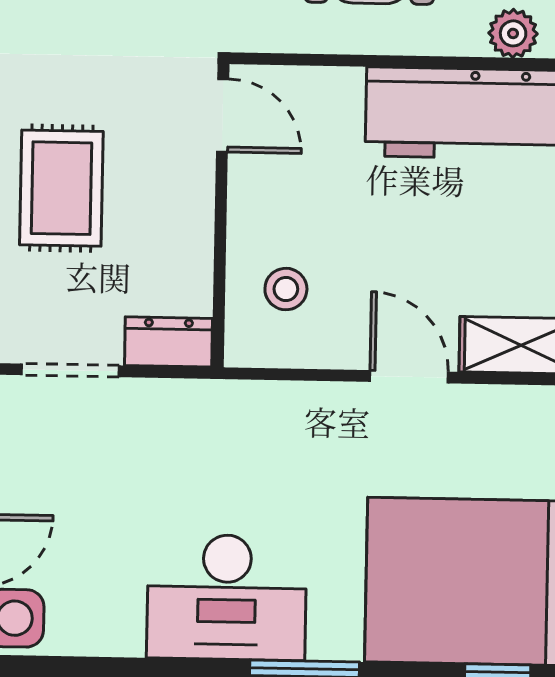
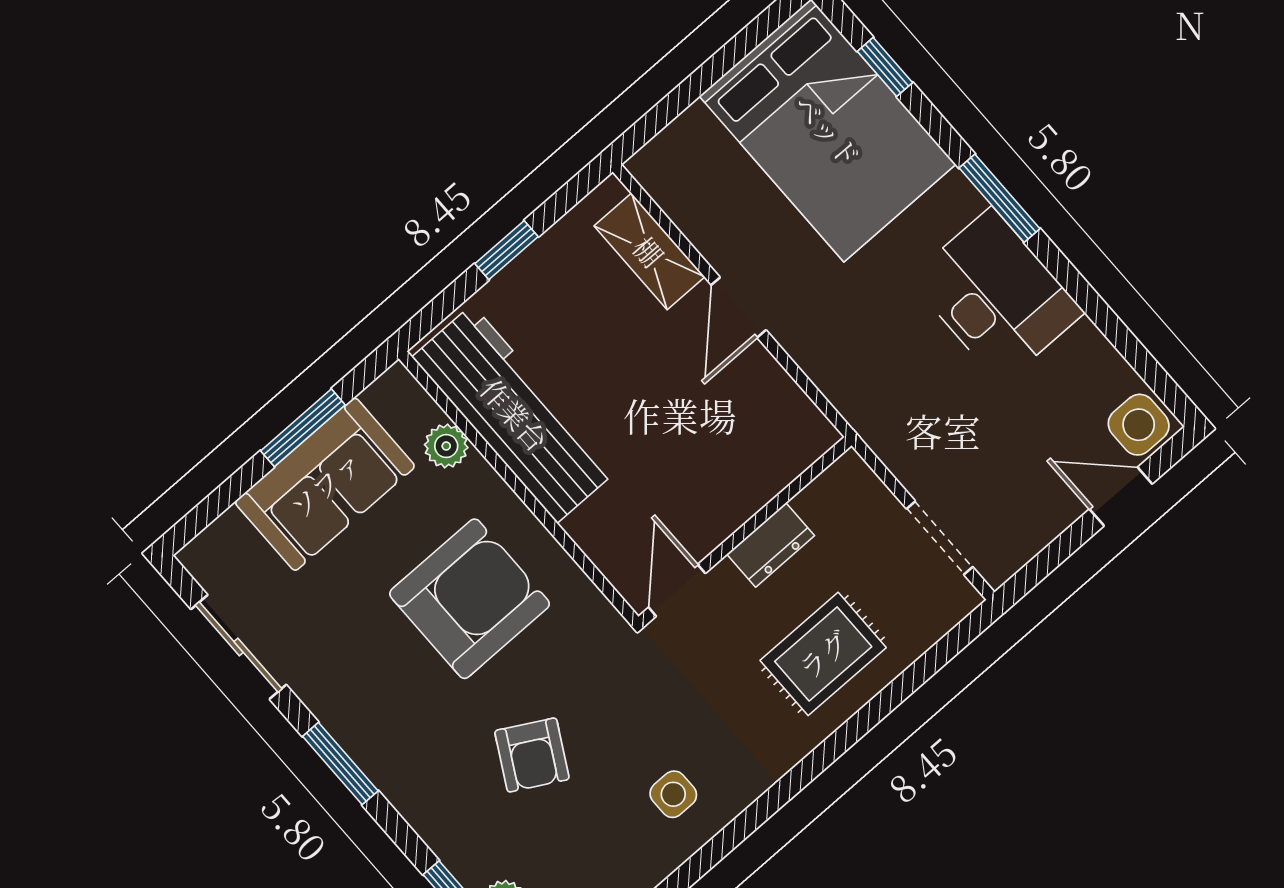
stool: (286, 289) -> (755, 443), removed
dresser: (168, 342) -> (771, 545), moved, turned -90

